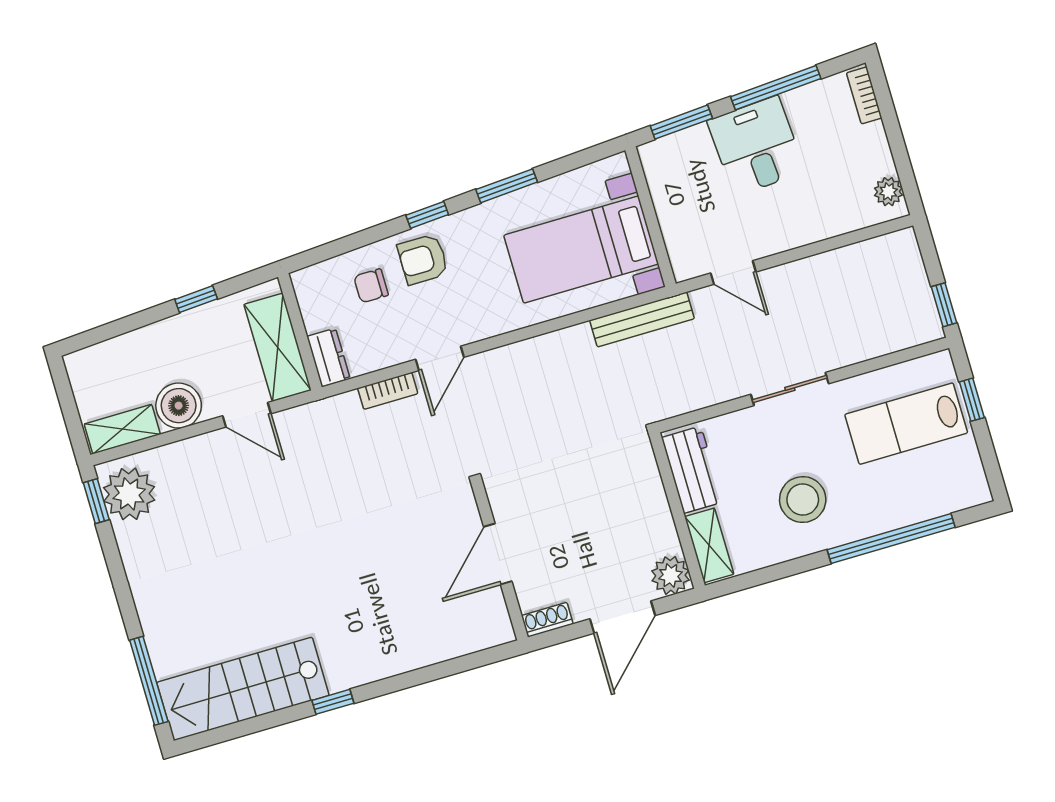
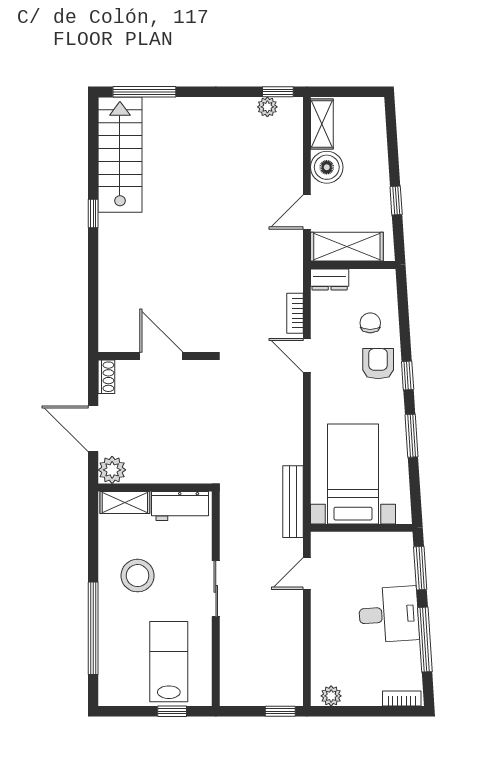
window: (944, 305) -> (280, 711), moved
plant: (129, 494) -> (267, 107), width x0.53, depth x0.53

